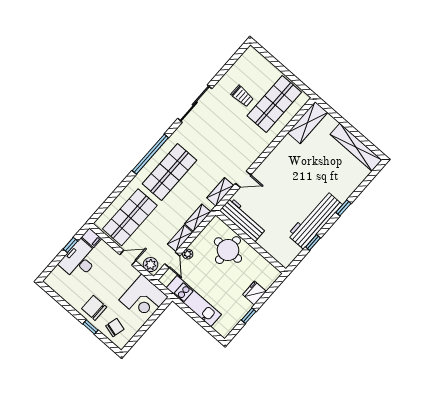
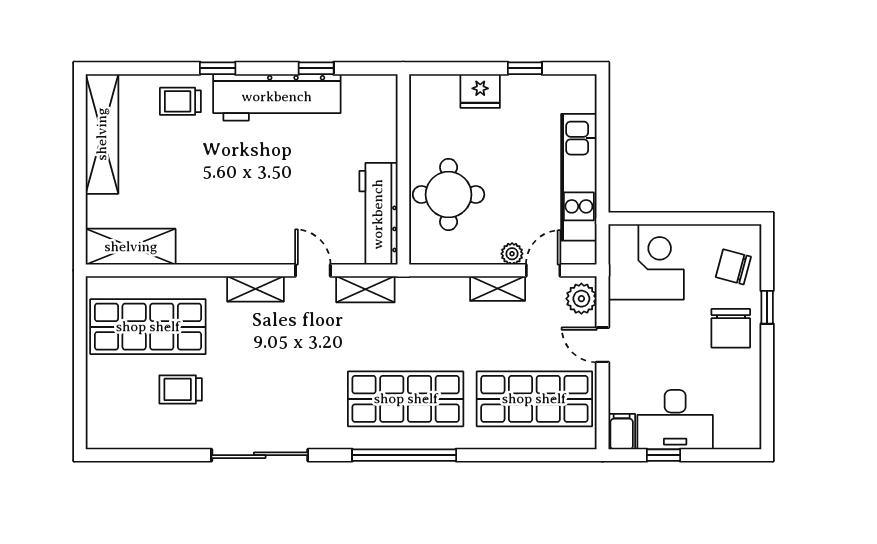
trolley: (242, 96) -> (181, 389), turned -90
trolley: (343, 185) -> (180, 101), added
shelving: (198, 218) -> (255, 289), moved

